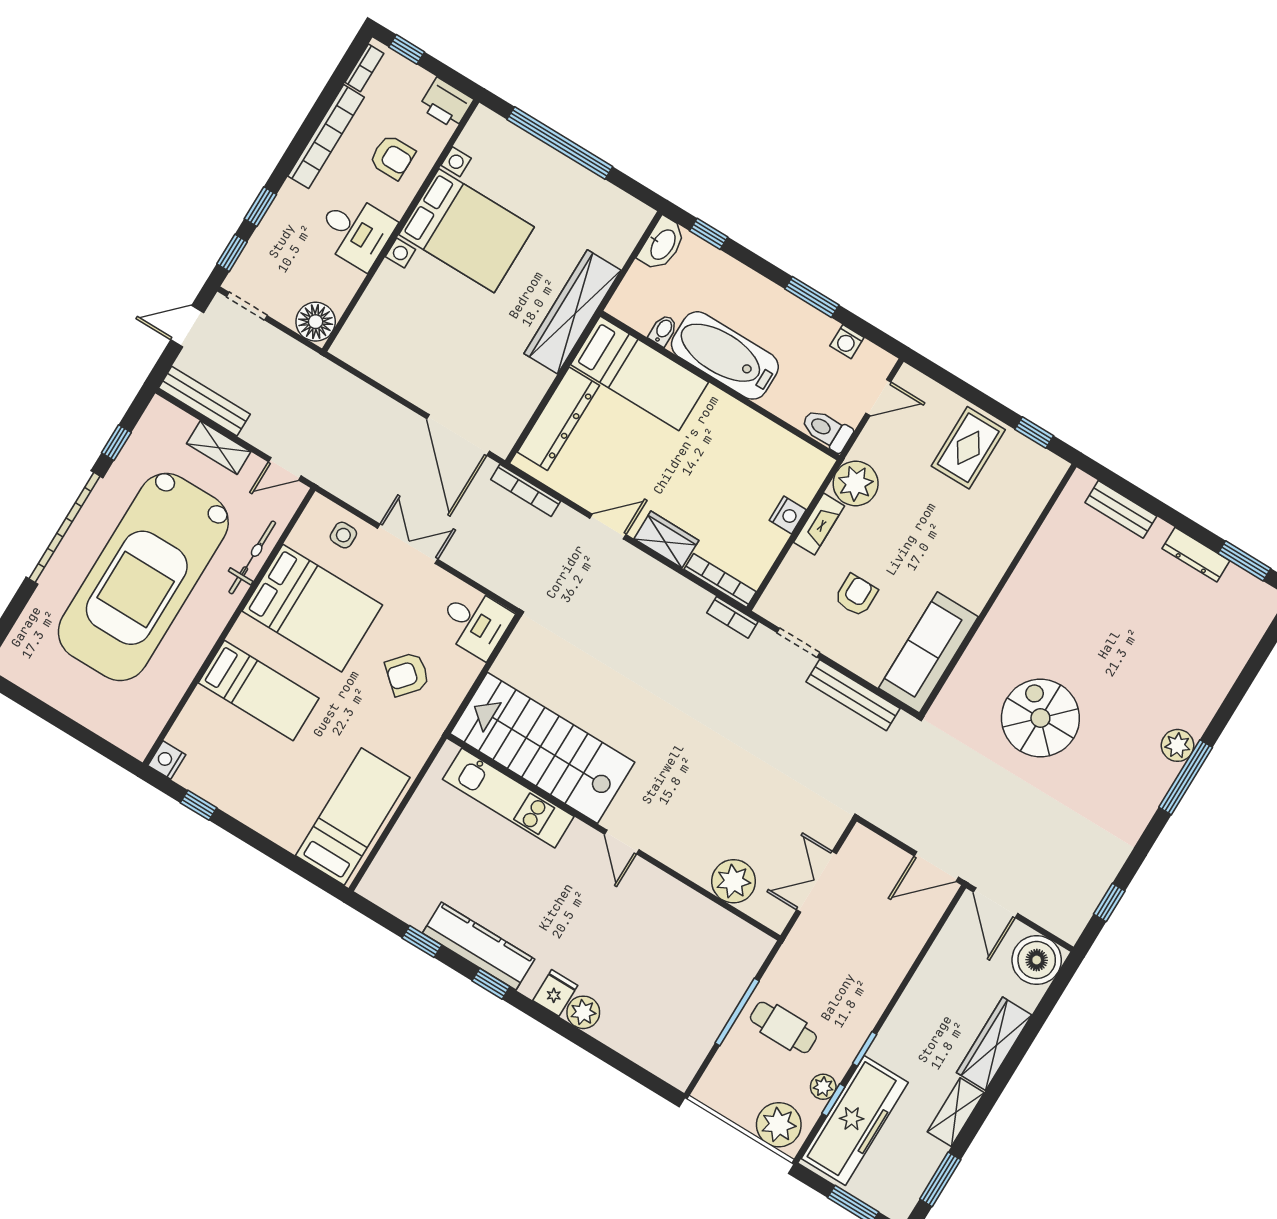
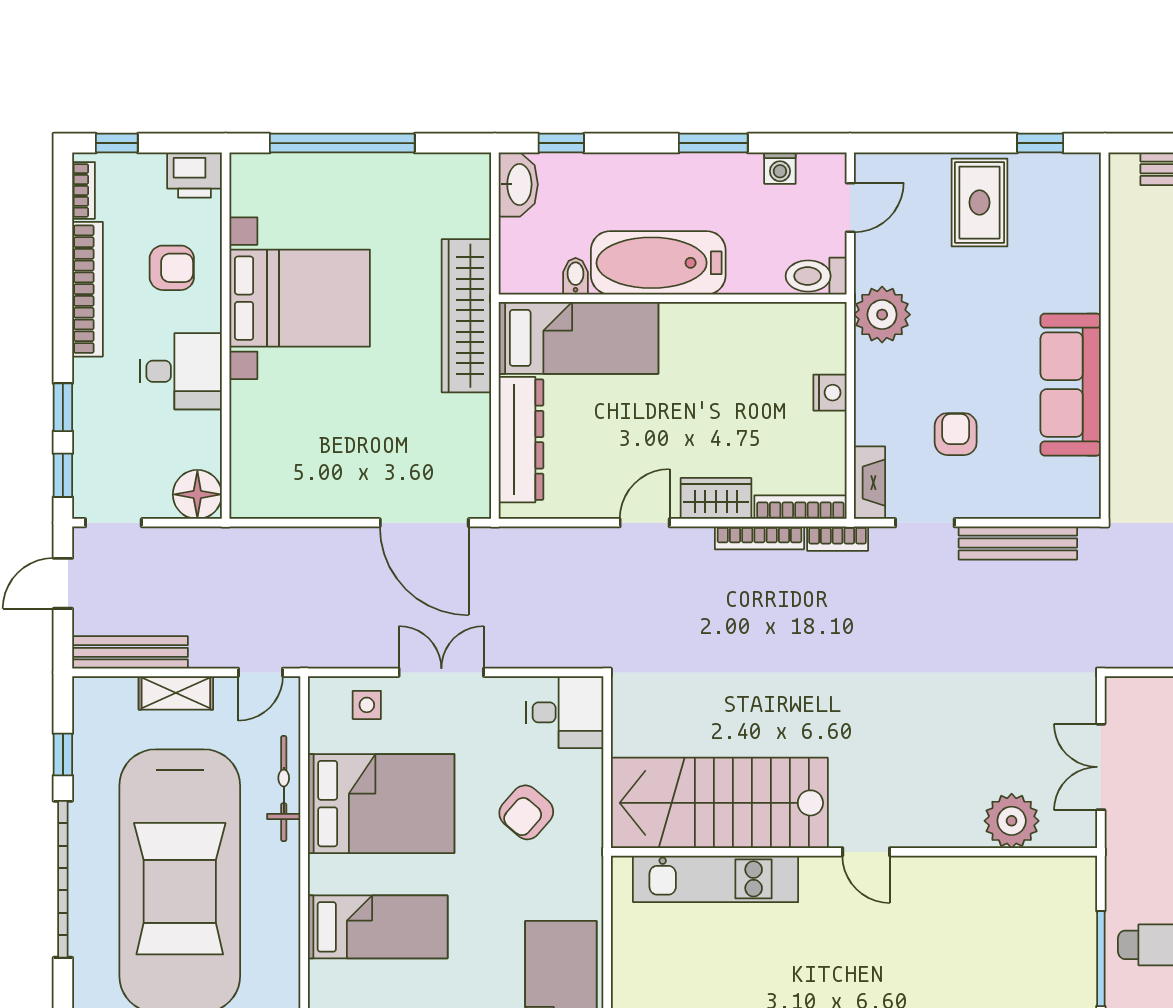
bookcase: (526, 490) -> (759, 538), moved
fireplace: (819, 524) -> (869, 483), moved
sofa: (928, 652) -> (1071, 385), moved

